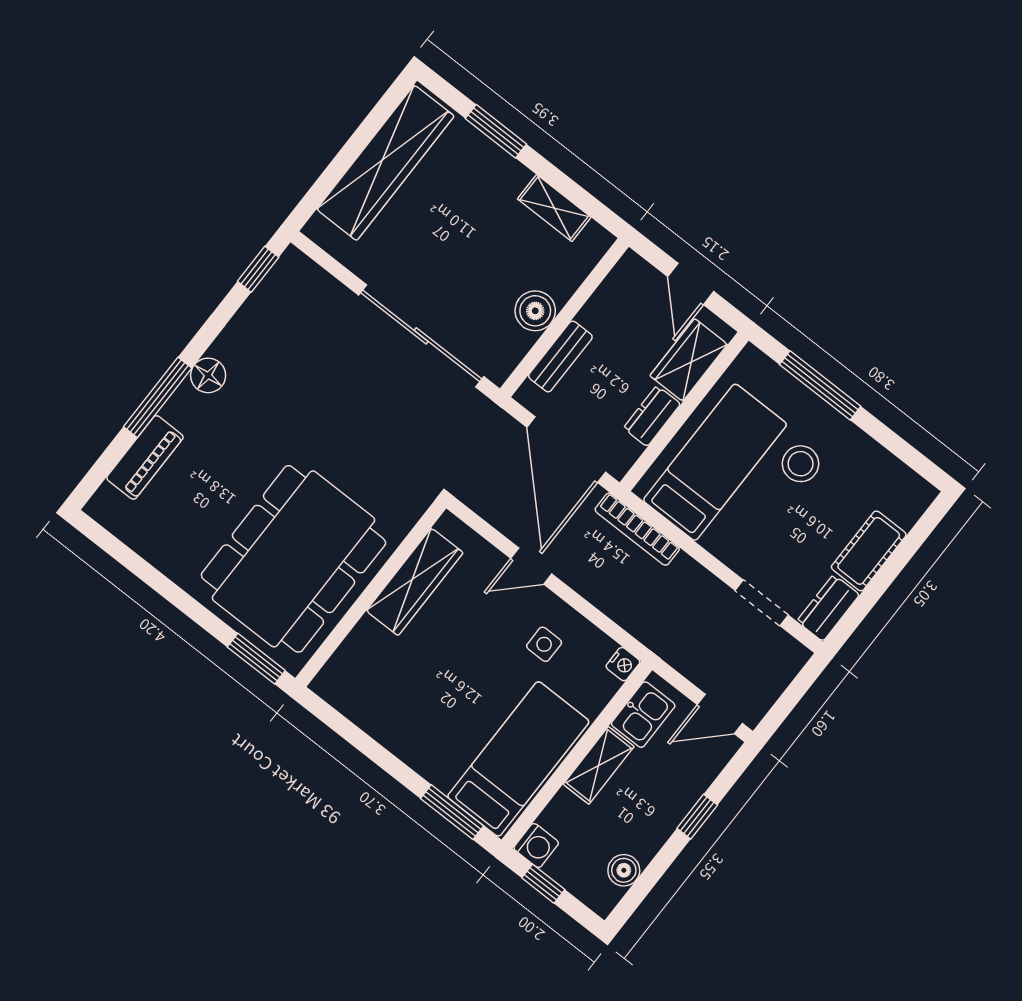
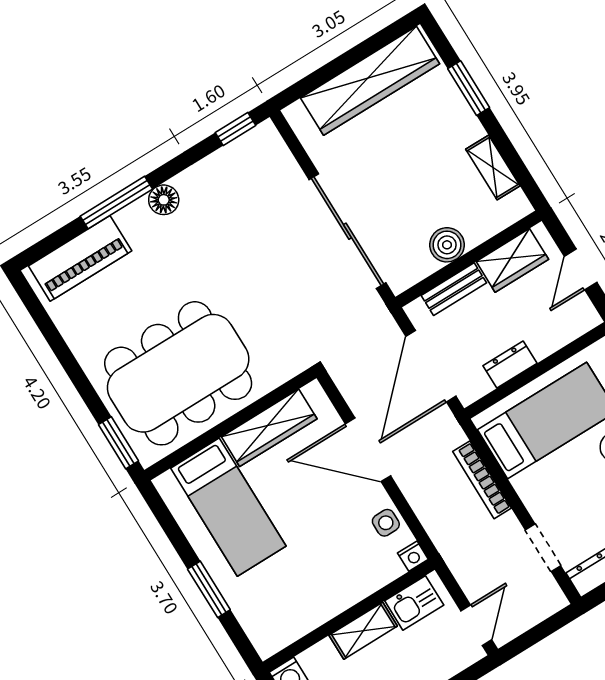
wardrobe: (689, 360) -> (512, 260), moved, turned 180
piano: (145, 457) -> (80, 258), width x1.37, depth x1.33
bookcase: (637, 529) -> (482, 480), moved
door: (531, 566) -> (368, 450), width x1.88
side table: (544, 644) -> (386, 523), moved
door: (720, 714) -> (476, 625), swing flipped
bed: (518, 759) -> (228, 507), moved, turned 90
window: (452, 812) -> (209, 589), moved

